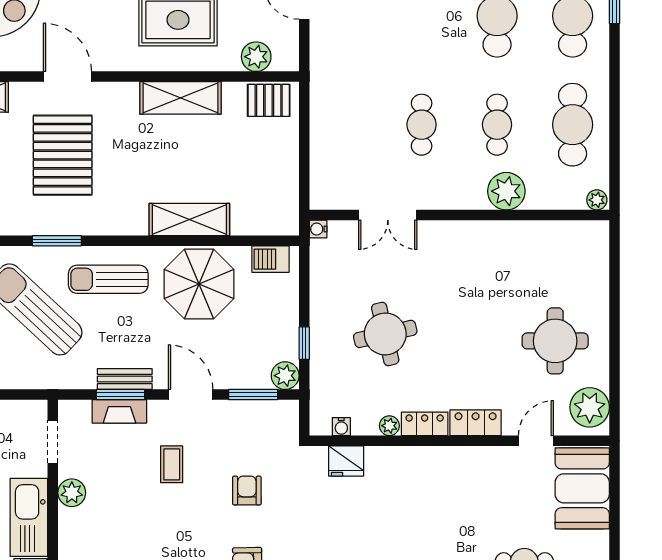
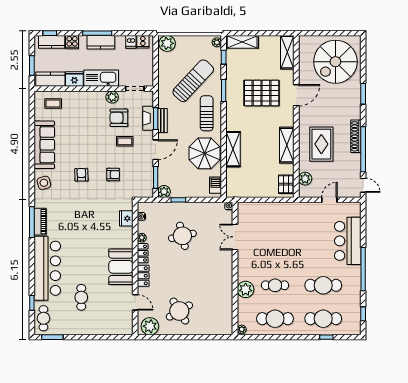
cafe table: (422, 125) -> (275, 252), removed
round table: (555, 341) -> (179, 311), turned -31
armchair: (118, 477) -> (119, 118), added
booth: (582, 488) -> (121, 267), moved, turned 90

